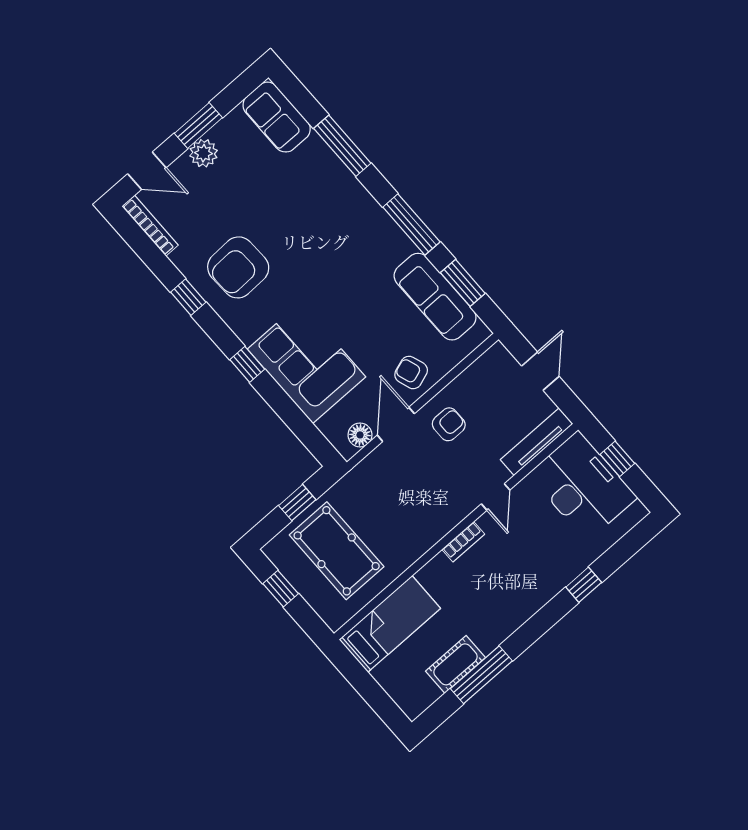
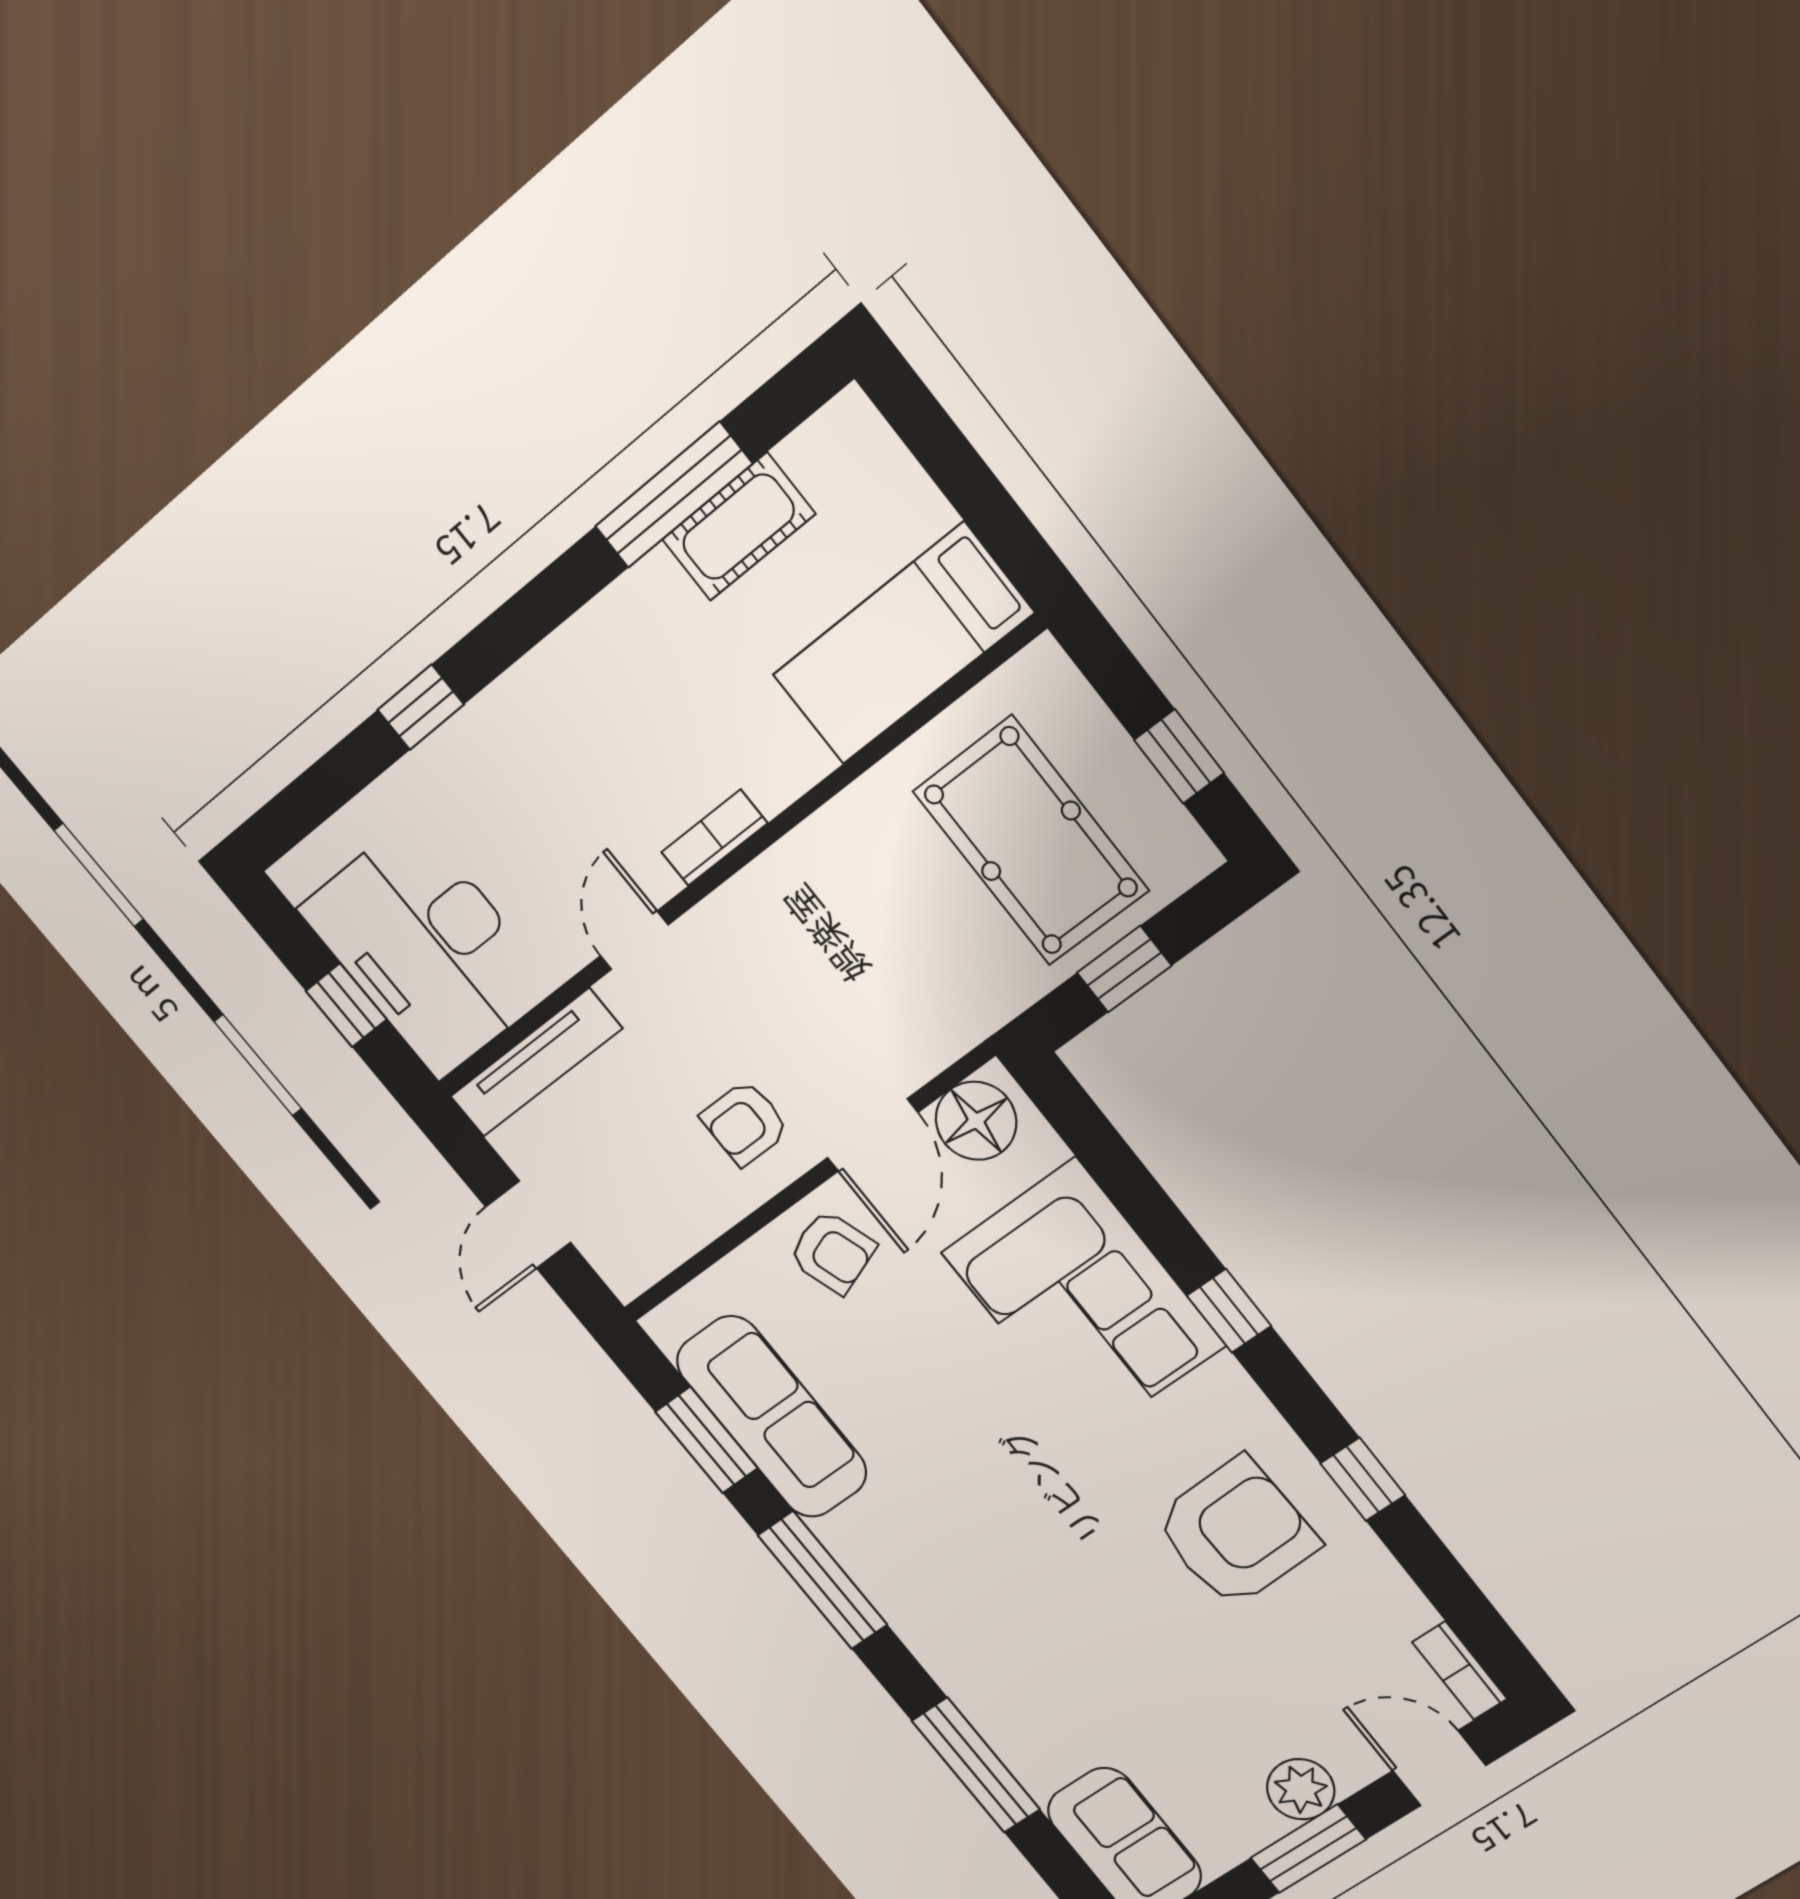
bookcase: (150, 226) -> (1460, 1671), width x0.64
floor lamp: (360, 435) -> (976, 1121), width x1.38, depth x1.38

